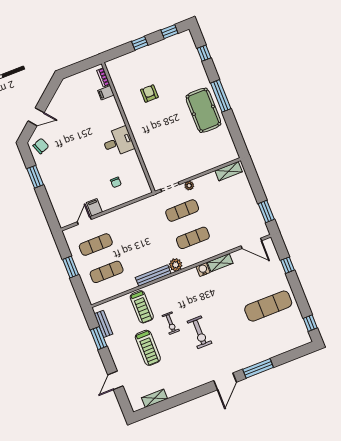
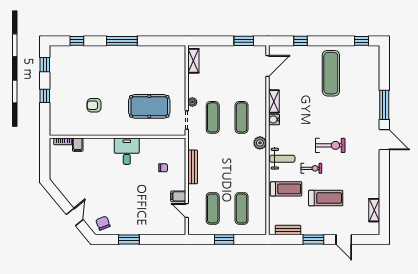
pool table: (203, 110) -> (149, 106), moved
bench: (153, 276) -> (193, 167), moved
weight bench: (169, 292) -> (282, 159), added
window: (99, 338) -> (313, 239), moved

